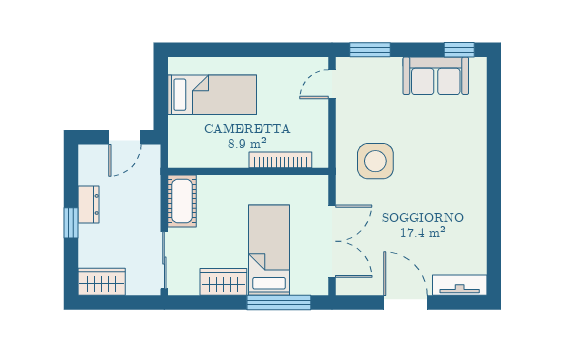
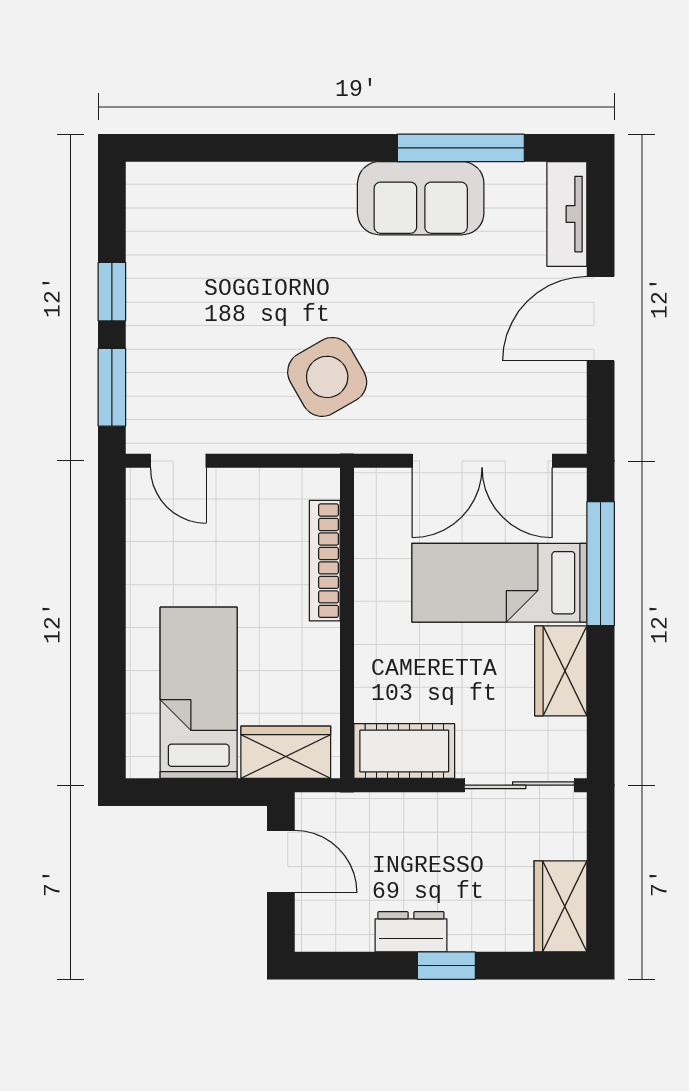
window: (459, 50) -> (112, 292), moved
sofa: (436, 76) -> (421, 198), moved, turned 90
wardrobe: (181, 140) -> (286, 752), added
side table: (375, 161) -> (327, 377), turned -30
window: (494, 230) -> (461, 148), added
double door: (332, 241) -> (482, 461), swing flipped

